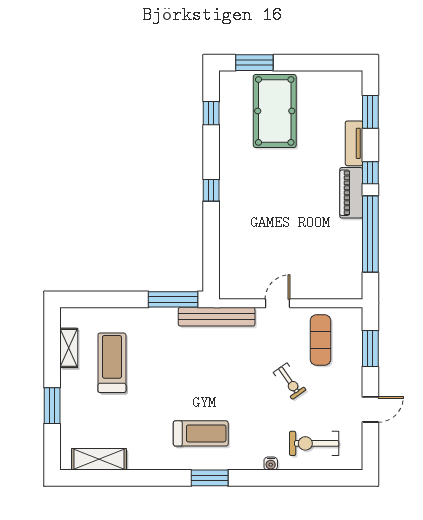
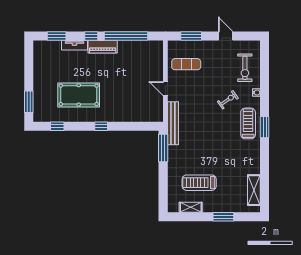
pool table: (275, 111) -> (79, 95), moved
exercise bike: (290, 381) -> (228, 100), moved
treadmill: (201, 433) -> (248, 123), moved

